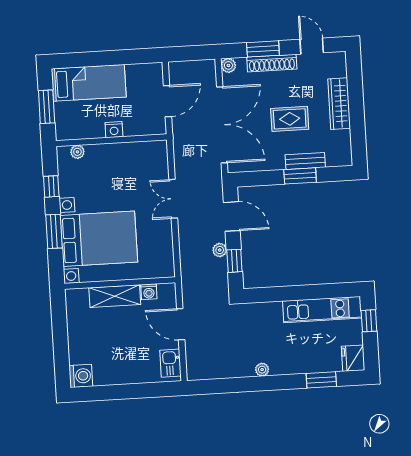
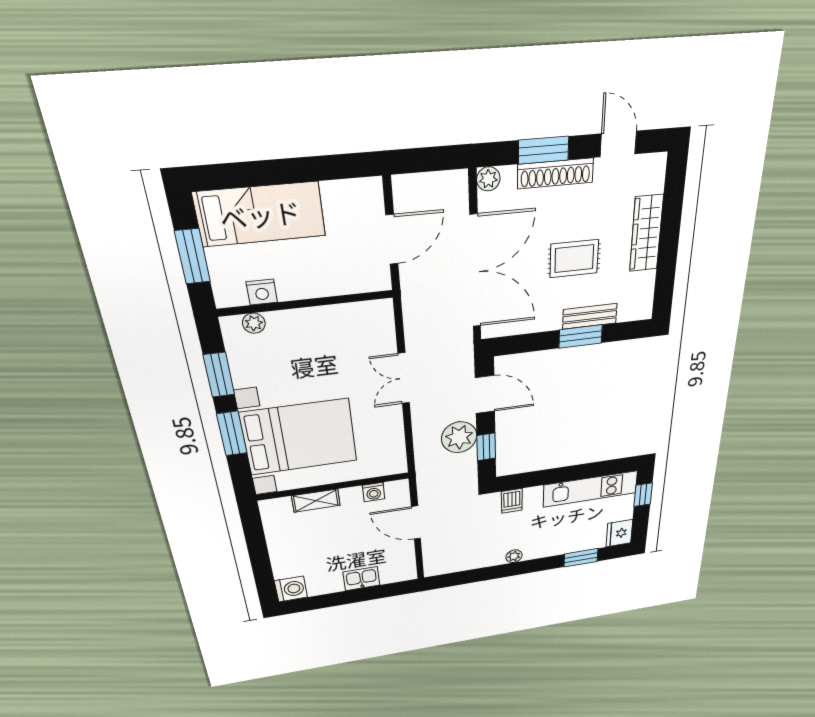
nightstand: (114, 130) -> (262, 292), moved
window: (51, 186) -> (219, 375), width x1.50
plant: (220, 250) -> (459, 437), width x1.87, depth x1.87
shelving: (115, 296) -> (316, 501), width x0.67, depth x0.75
dishwasher: (257, 313) -> (512, 501), added
kitchen sink: (170, 363) -> (361, 579), moved, turned 90

